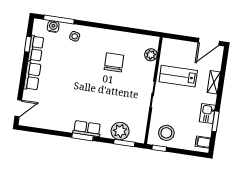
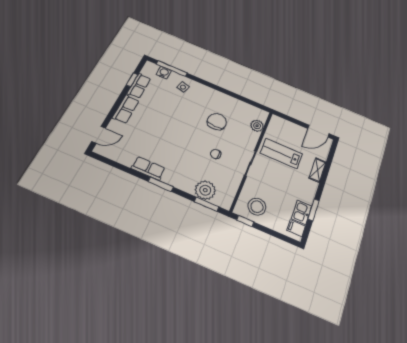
chair: (121, 95) -> (216, 154), added
kitchen sink: (207, 113) -> (302, 212), moved
row of seats: (87, 129) -> (148, 168), moved

